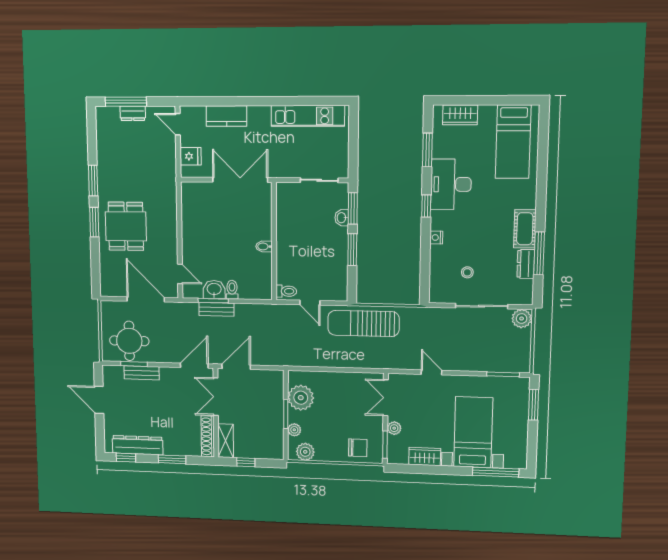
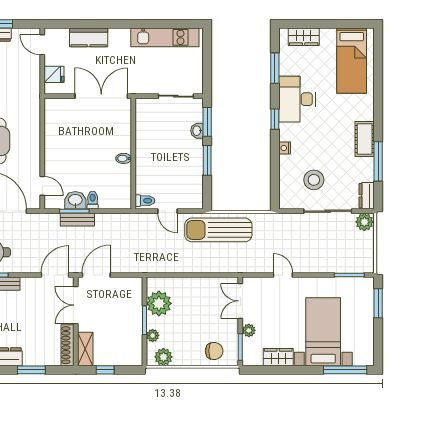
dresser: (526, 264) -> (367, 196), moved
stool: (467, 272) -> (314, 180), width x1.89, depth x1.89

